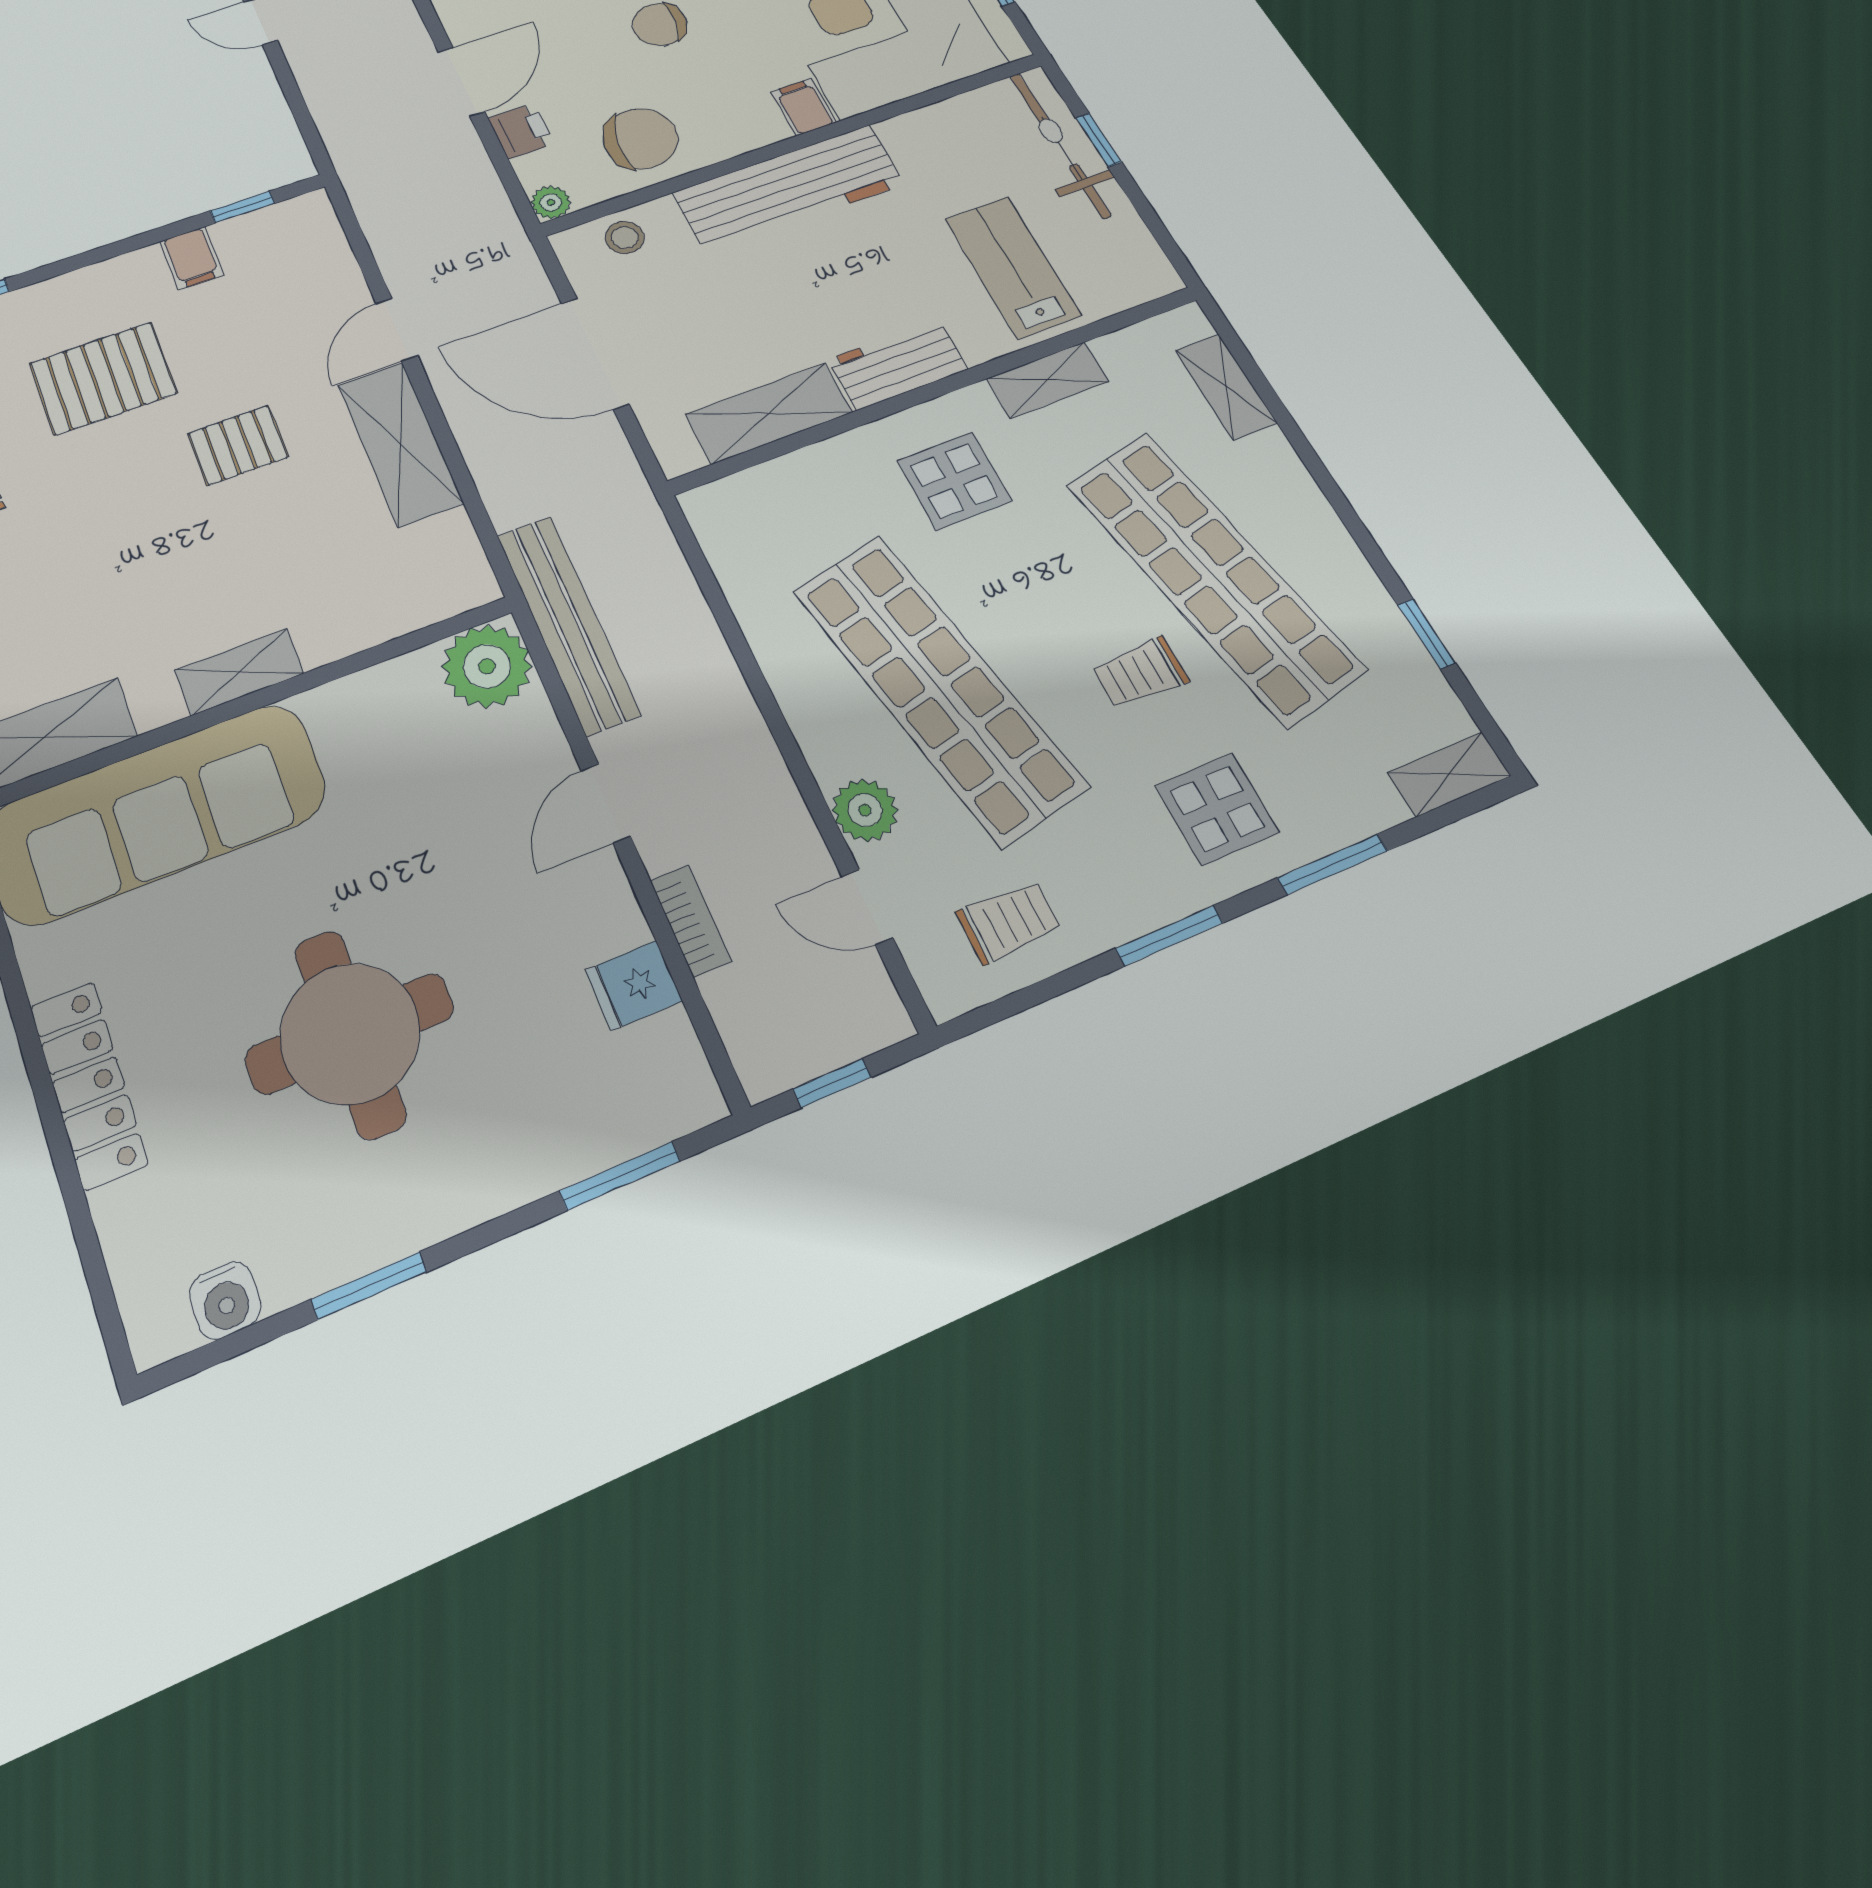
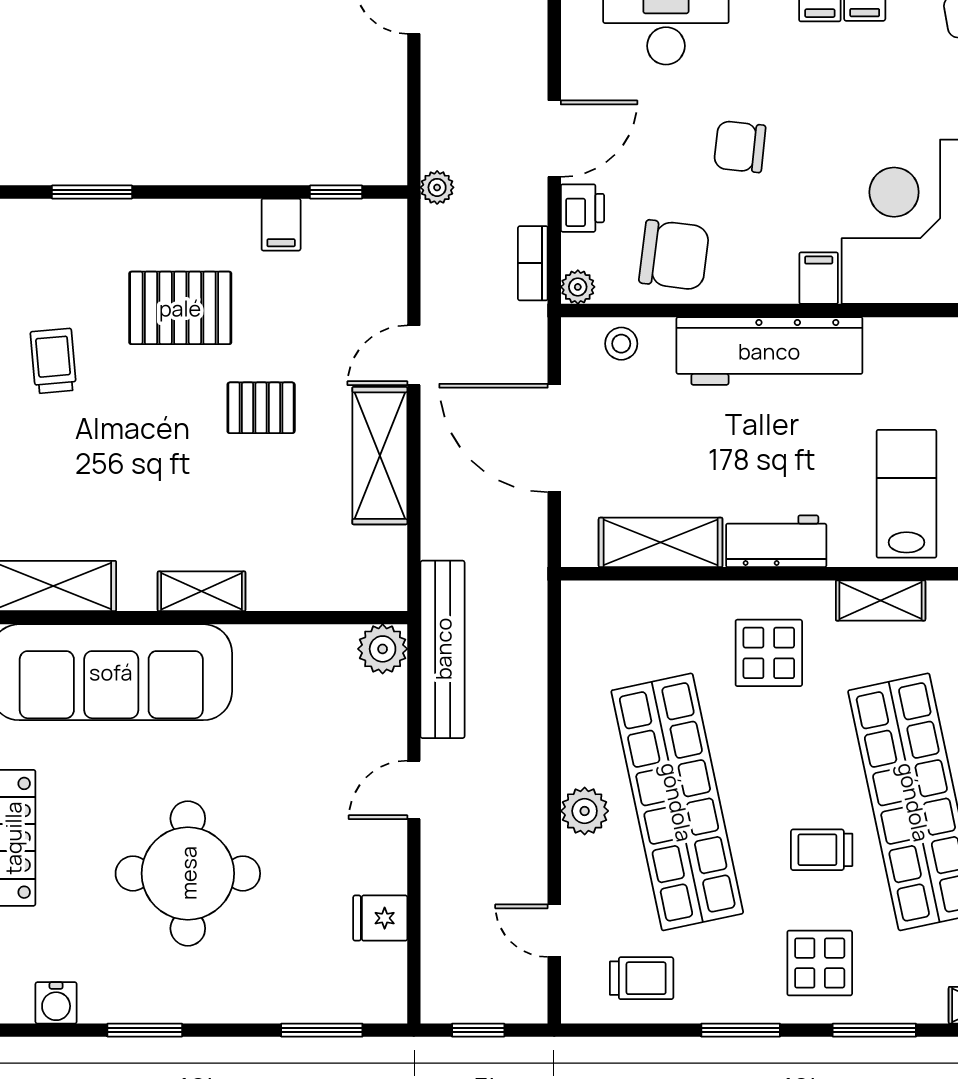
plant: (354, 166) -> (437, 187), added
plant: (487, 666) -> (383, 649), width x0.73, depth x0.73
plant: (865, 810) -> (585, 811), moved
bookcase: (691, 921) -> (533, 263), moved, turned 180

